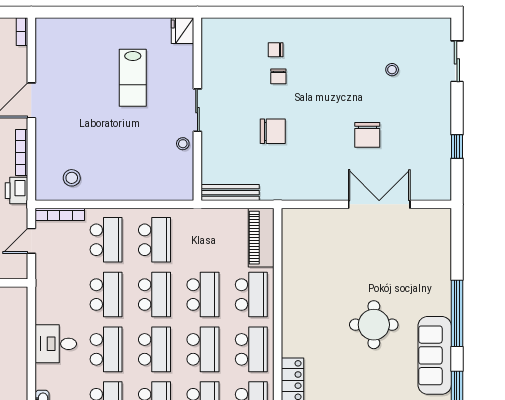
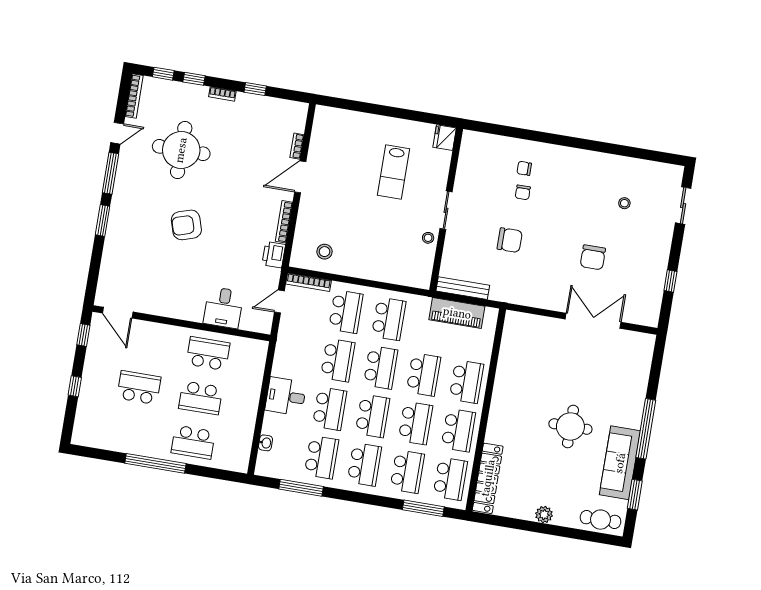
bookcase: (22, 32) -> (297, 146), moved
piano: (261, 238) -> (457, 313), moved, turned -90

